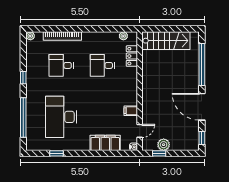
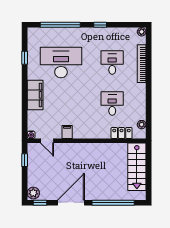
filing cabinet: (105, 143) -> (35, 95), moved
plant: (164, 145) -> (33, 193), moved

